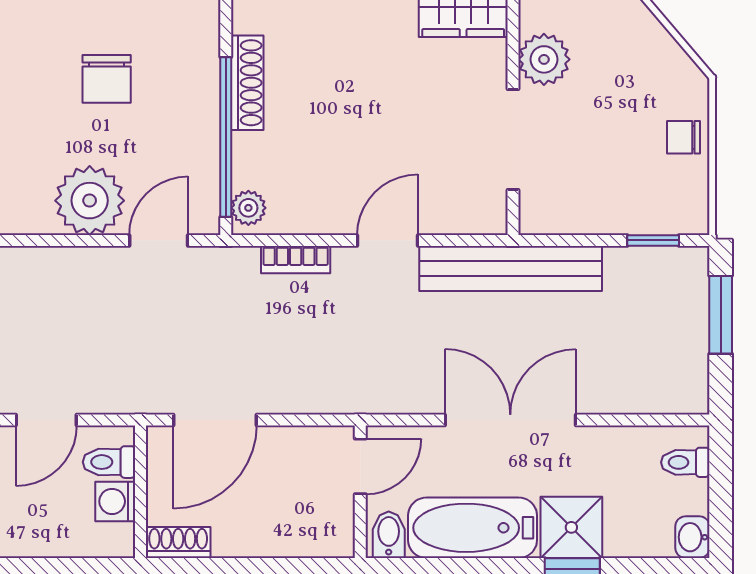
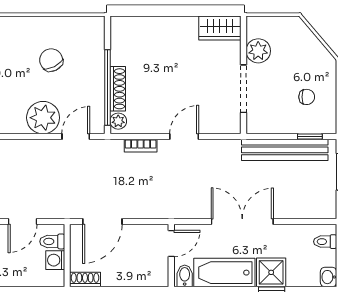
chair: (107, 79) -> (51, 60), turned 153
shoe rack: (247, 83) -> (118, 89), moved
chair: (684, 137) -> (307, 97), moved, turned 180
bench: (511, 269) -> (285, 150), moved

